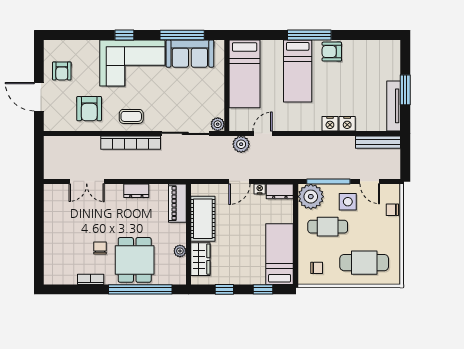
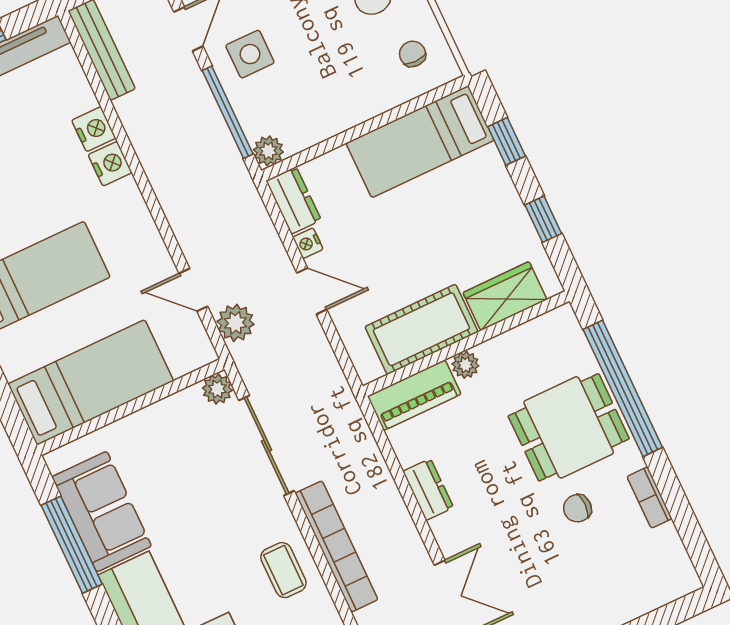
plant: (311, 197) -> (268, 151), width x0.53, depth x0.53
cafe table: (328, 227) -> (319, 71), removed
plant: (180, 251) -> (465, 365), moved

